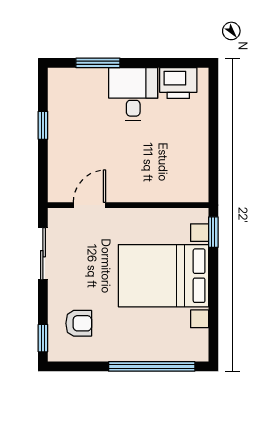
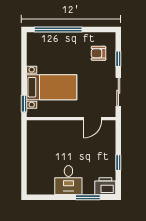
printer: (178, 83) -> (105, 186), moved
bed with nightstands: (163, 276) -> (52, 87), width x0.73
window: (43, 338) -> (118, 59), moved

